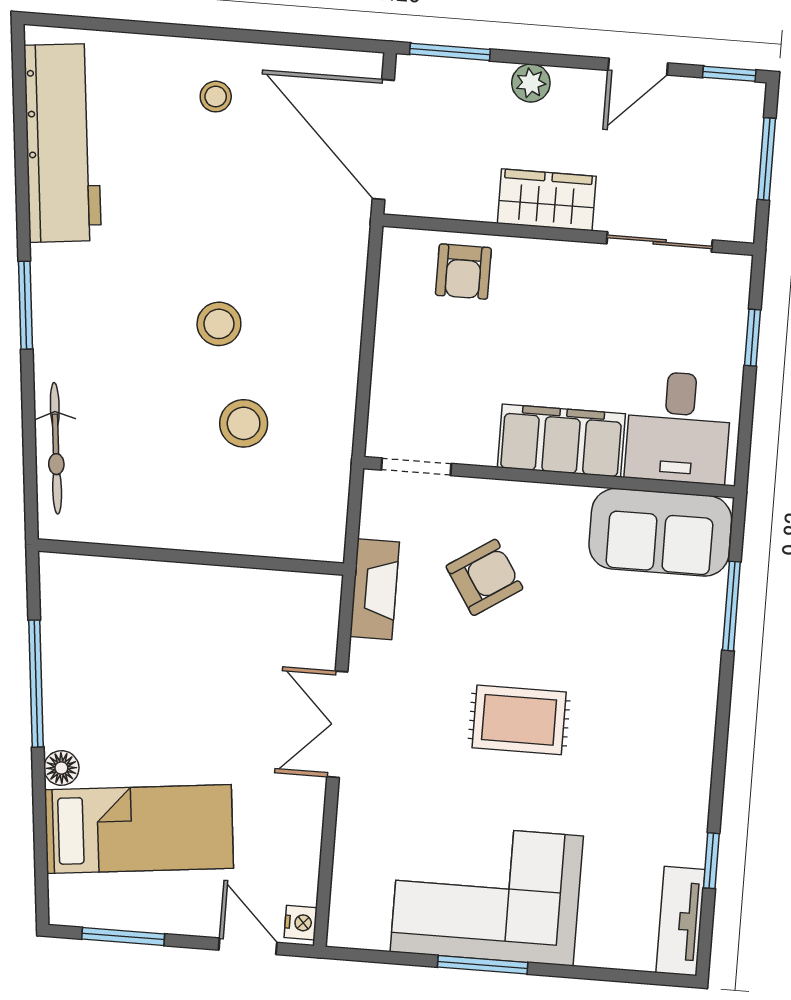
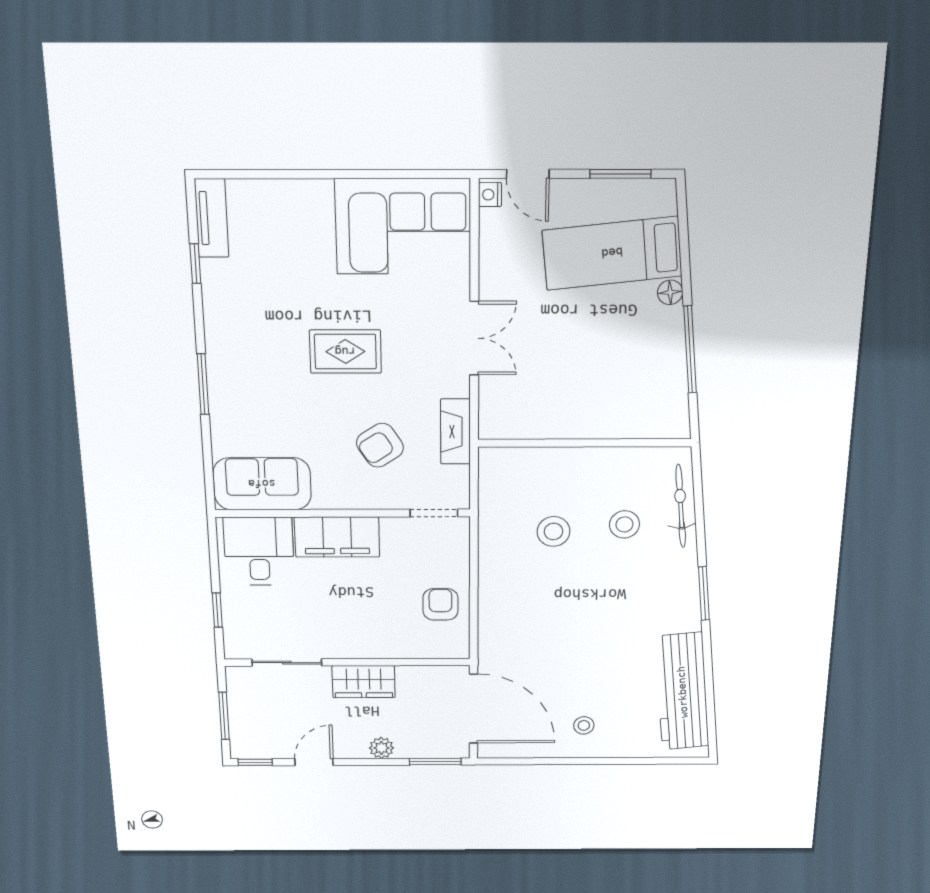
armchair: (463, 272) -> (440, 604), moved
stool: (219, 324) -> (624, 524), moved
window: (731, 606) -> (203, 384), moved
corner sofa: (487, 894) -> (403, 227), moved
window: (483, 965) -> (353, 174), removed

